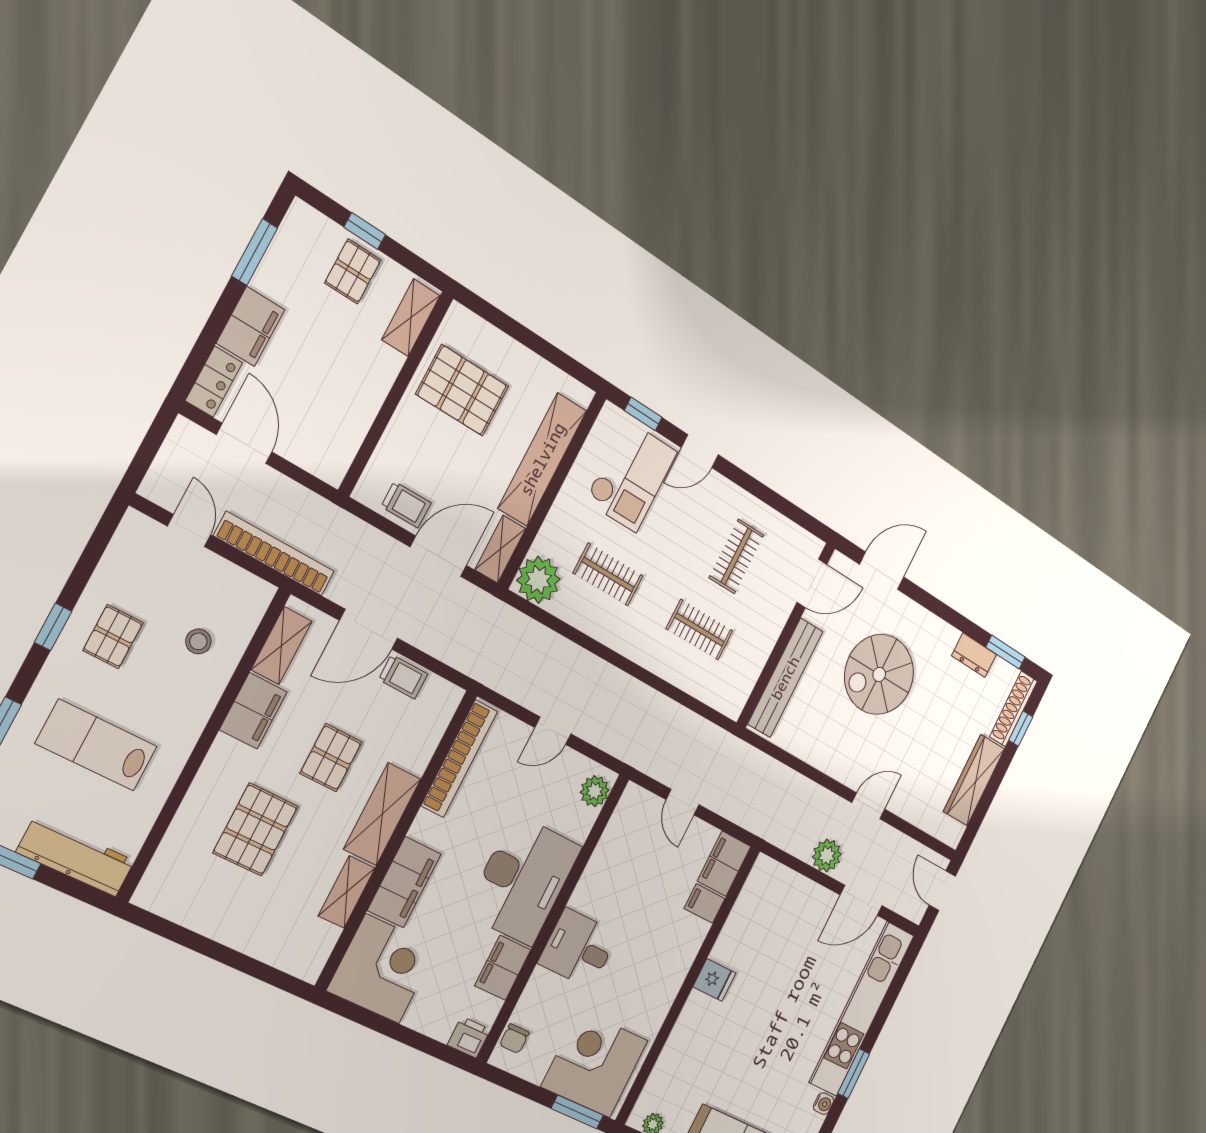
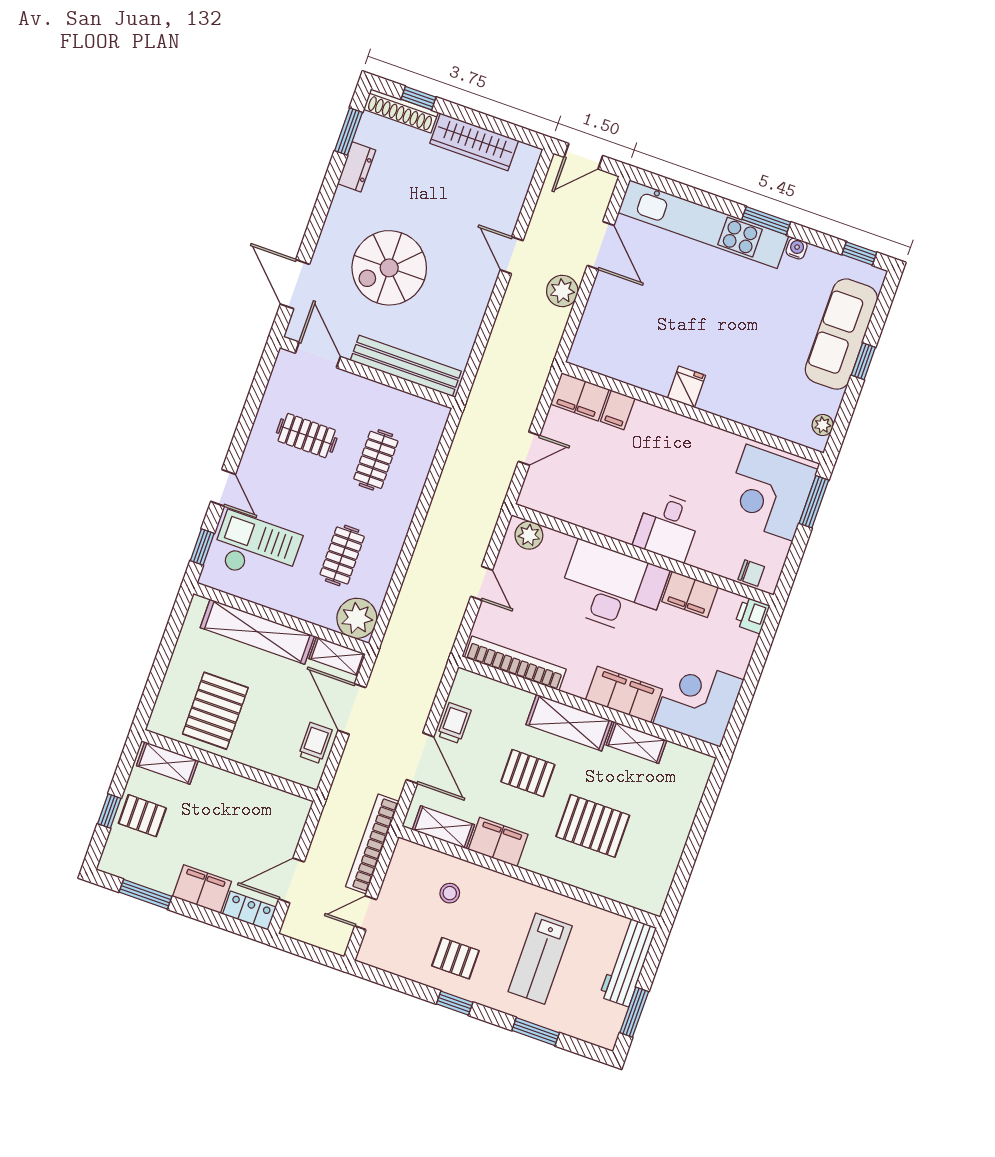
spiral stairs: (879, 674) -> (389, 268), turned 90

